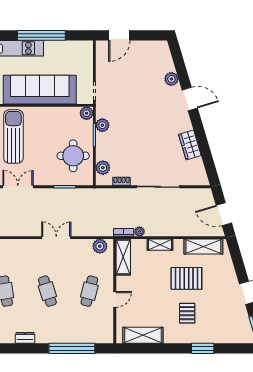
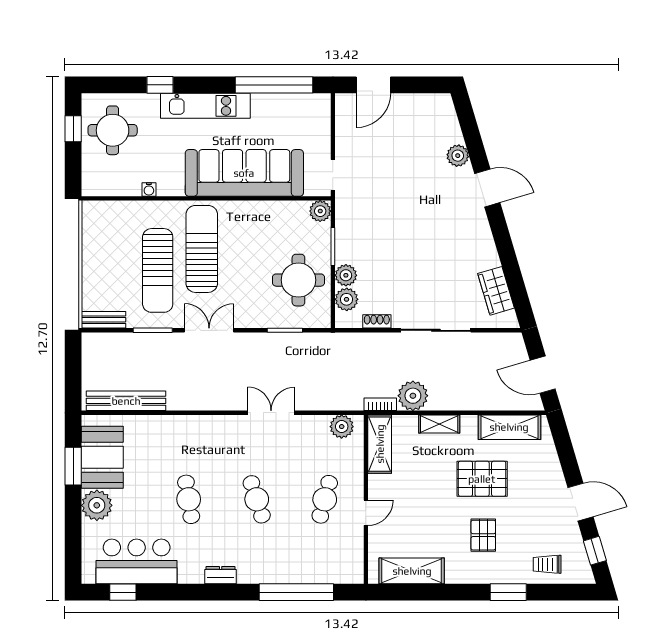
window: (41, 35) -> (274, 85), moved
plant: (102, 125) -> (346, 275), moved
wardrobe: (190, 145) -> (496, 291), moved
plant: (139, 231) -> (413, 396), width x1.88, depth x1.88
trolley: (227, 331) -> (547, 564), added

